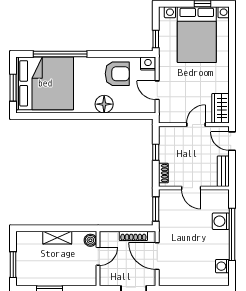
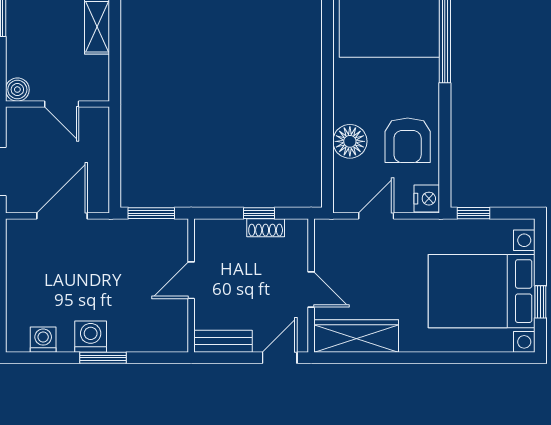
floor lamp: (104, 104) -> (350, 141), moved
wardrobe: (220, 108) -> (356, 336), width x1.50
shoe rack: (163, 173) -> (266, 228), moved
washing machine: (221, 221) -> (91, 337), moved
window: (232, 234) -> (103, 358), width x0.47
shoe rack: (133, 236) -> (100, 171), removed
boiler: (90, 240) -> (17, 90), moved

